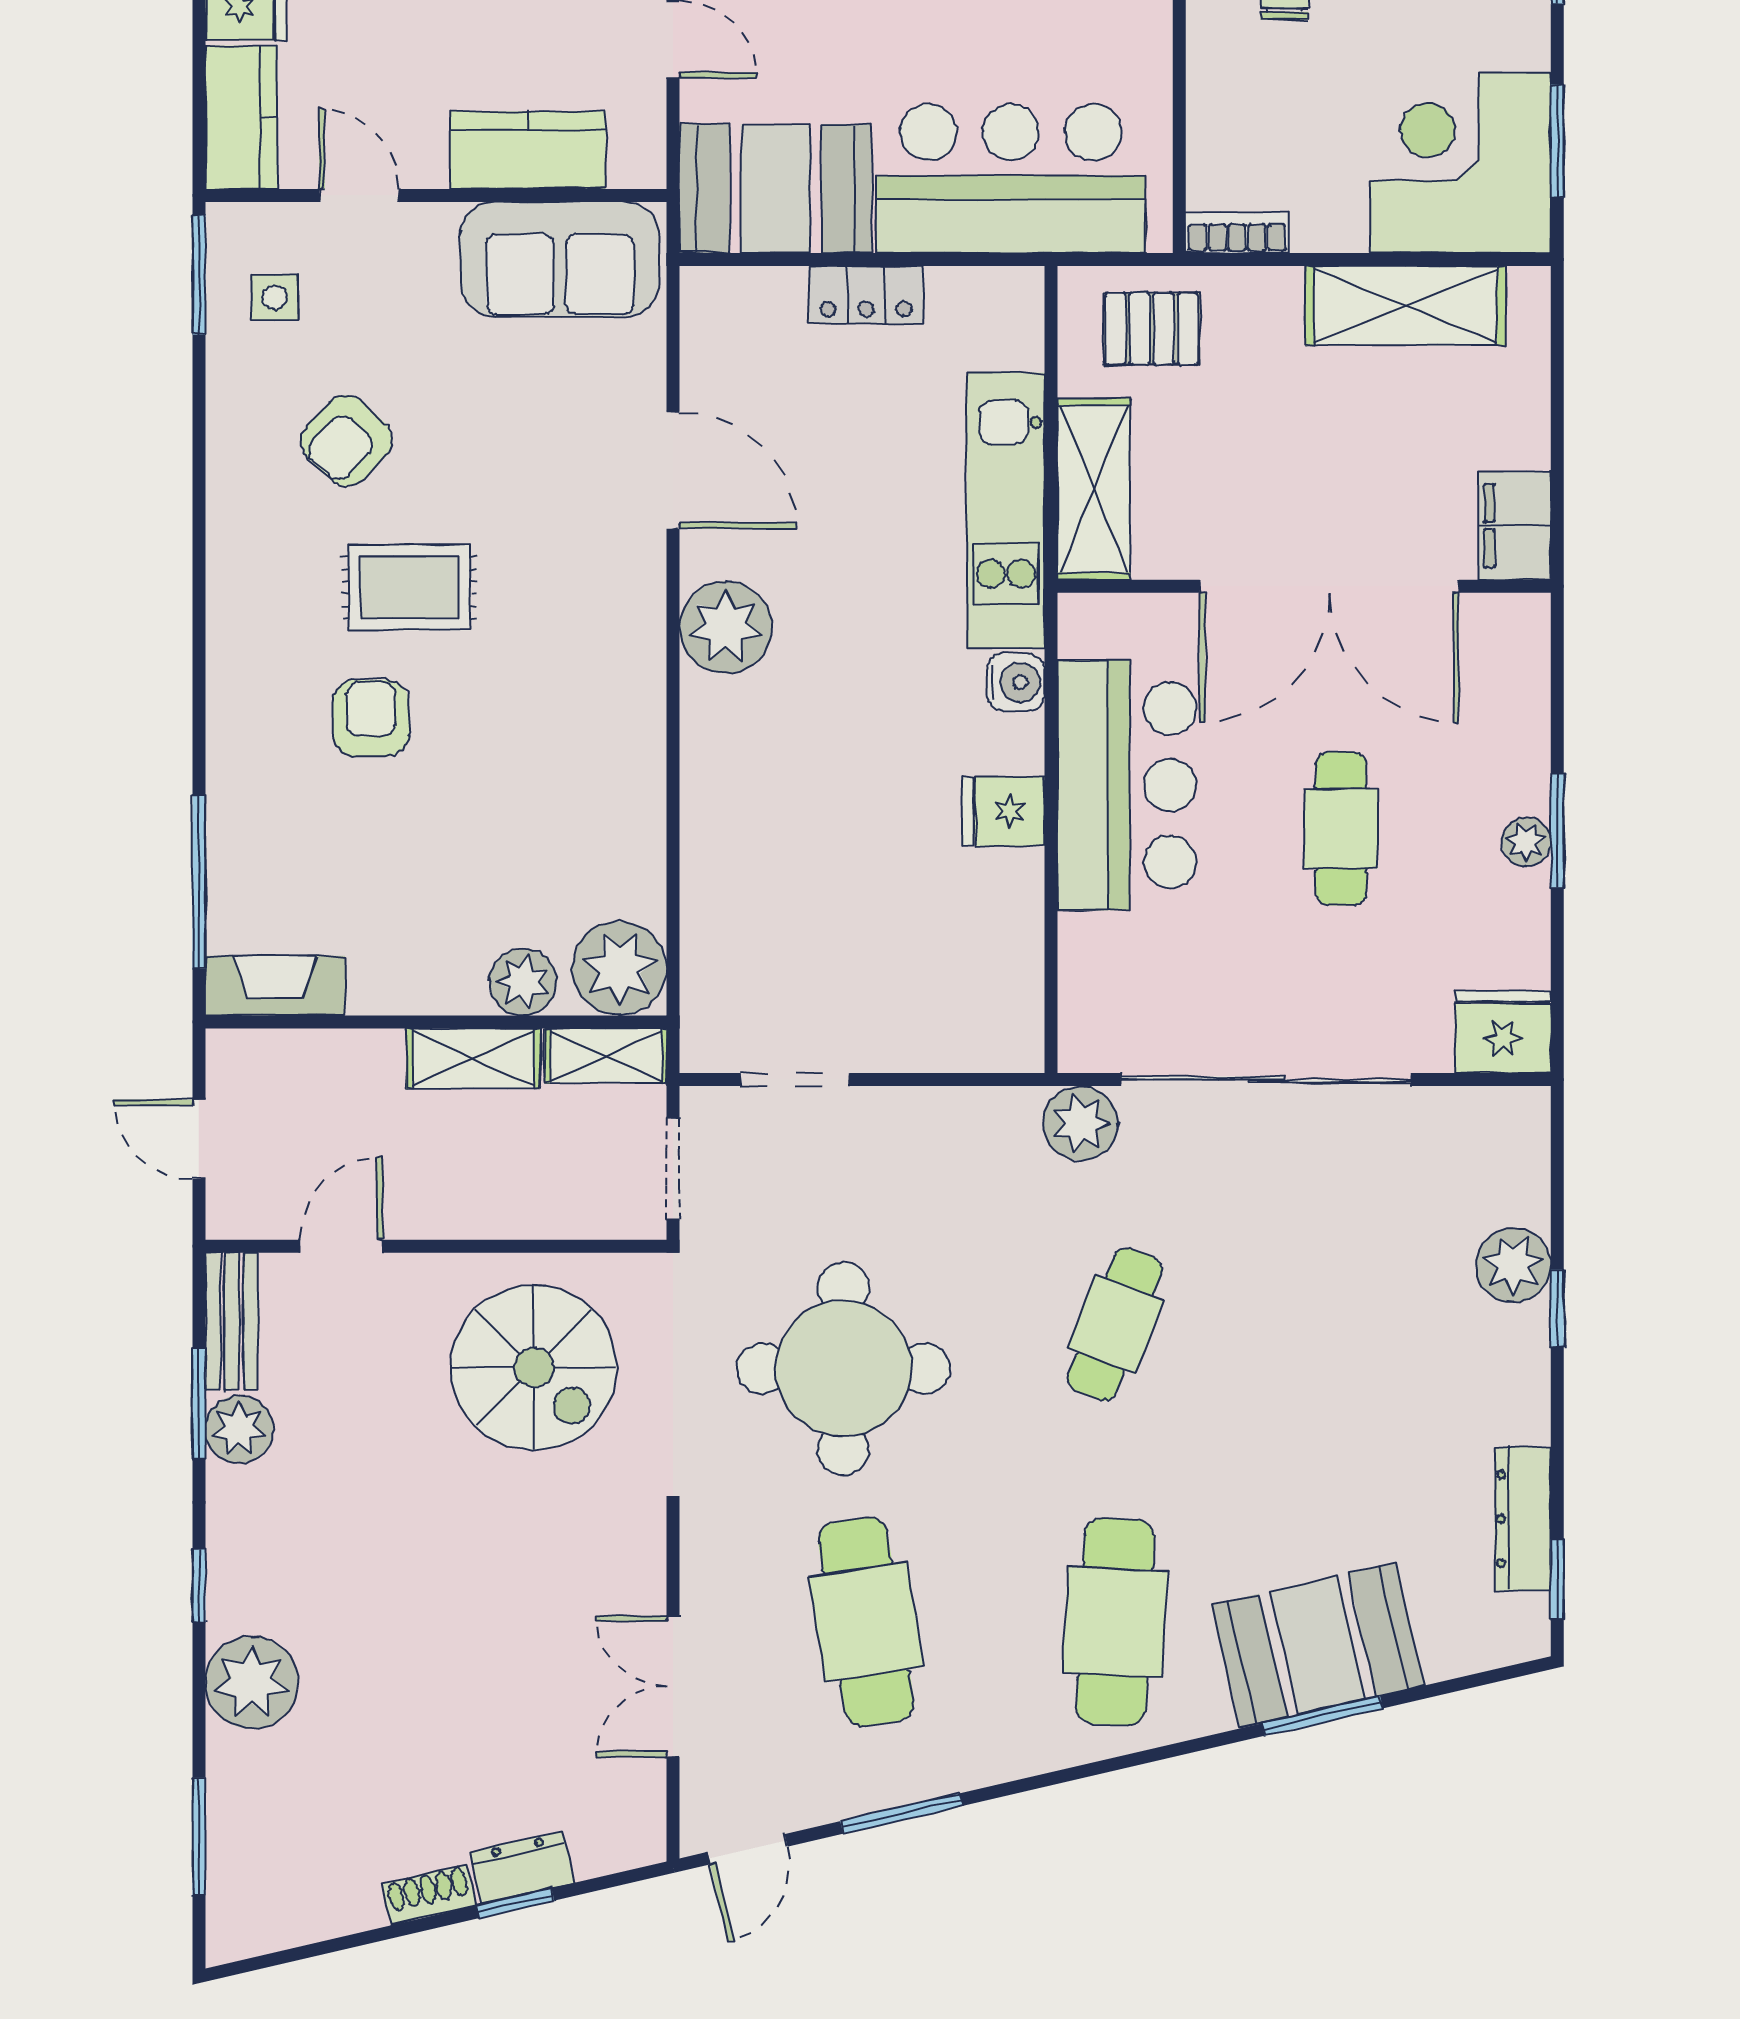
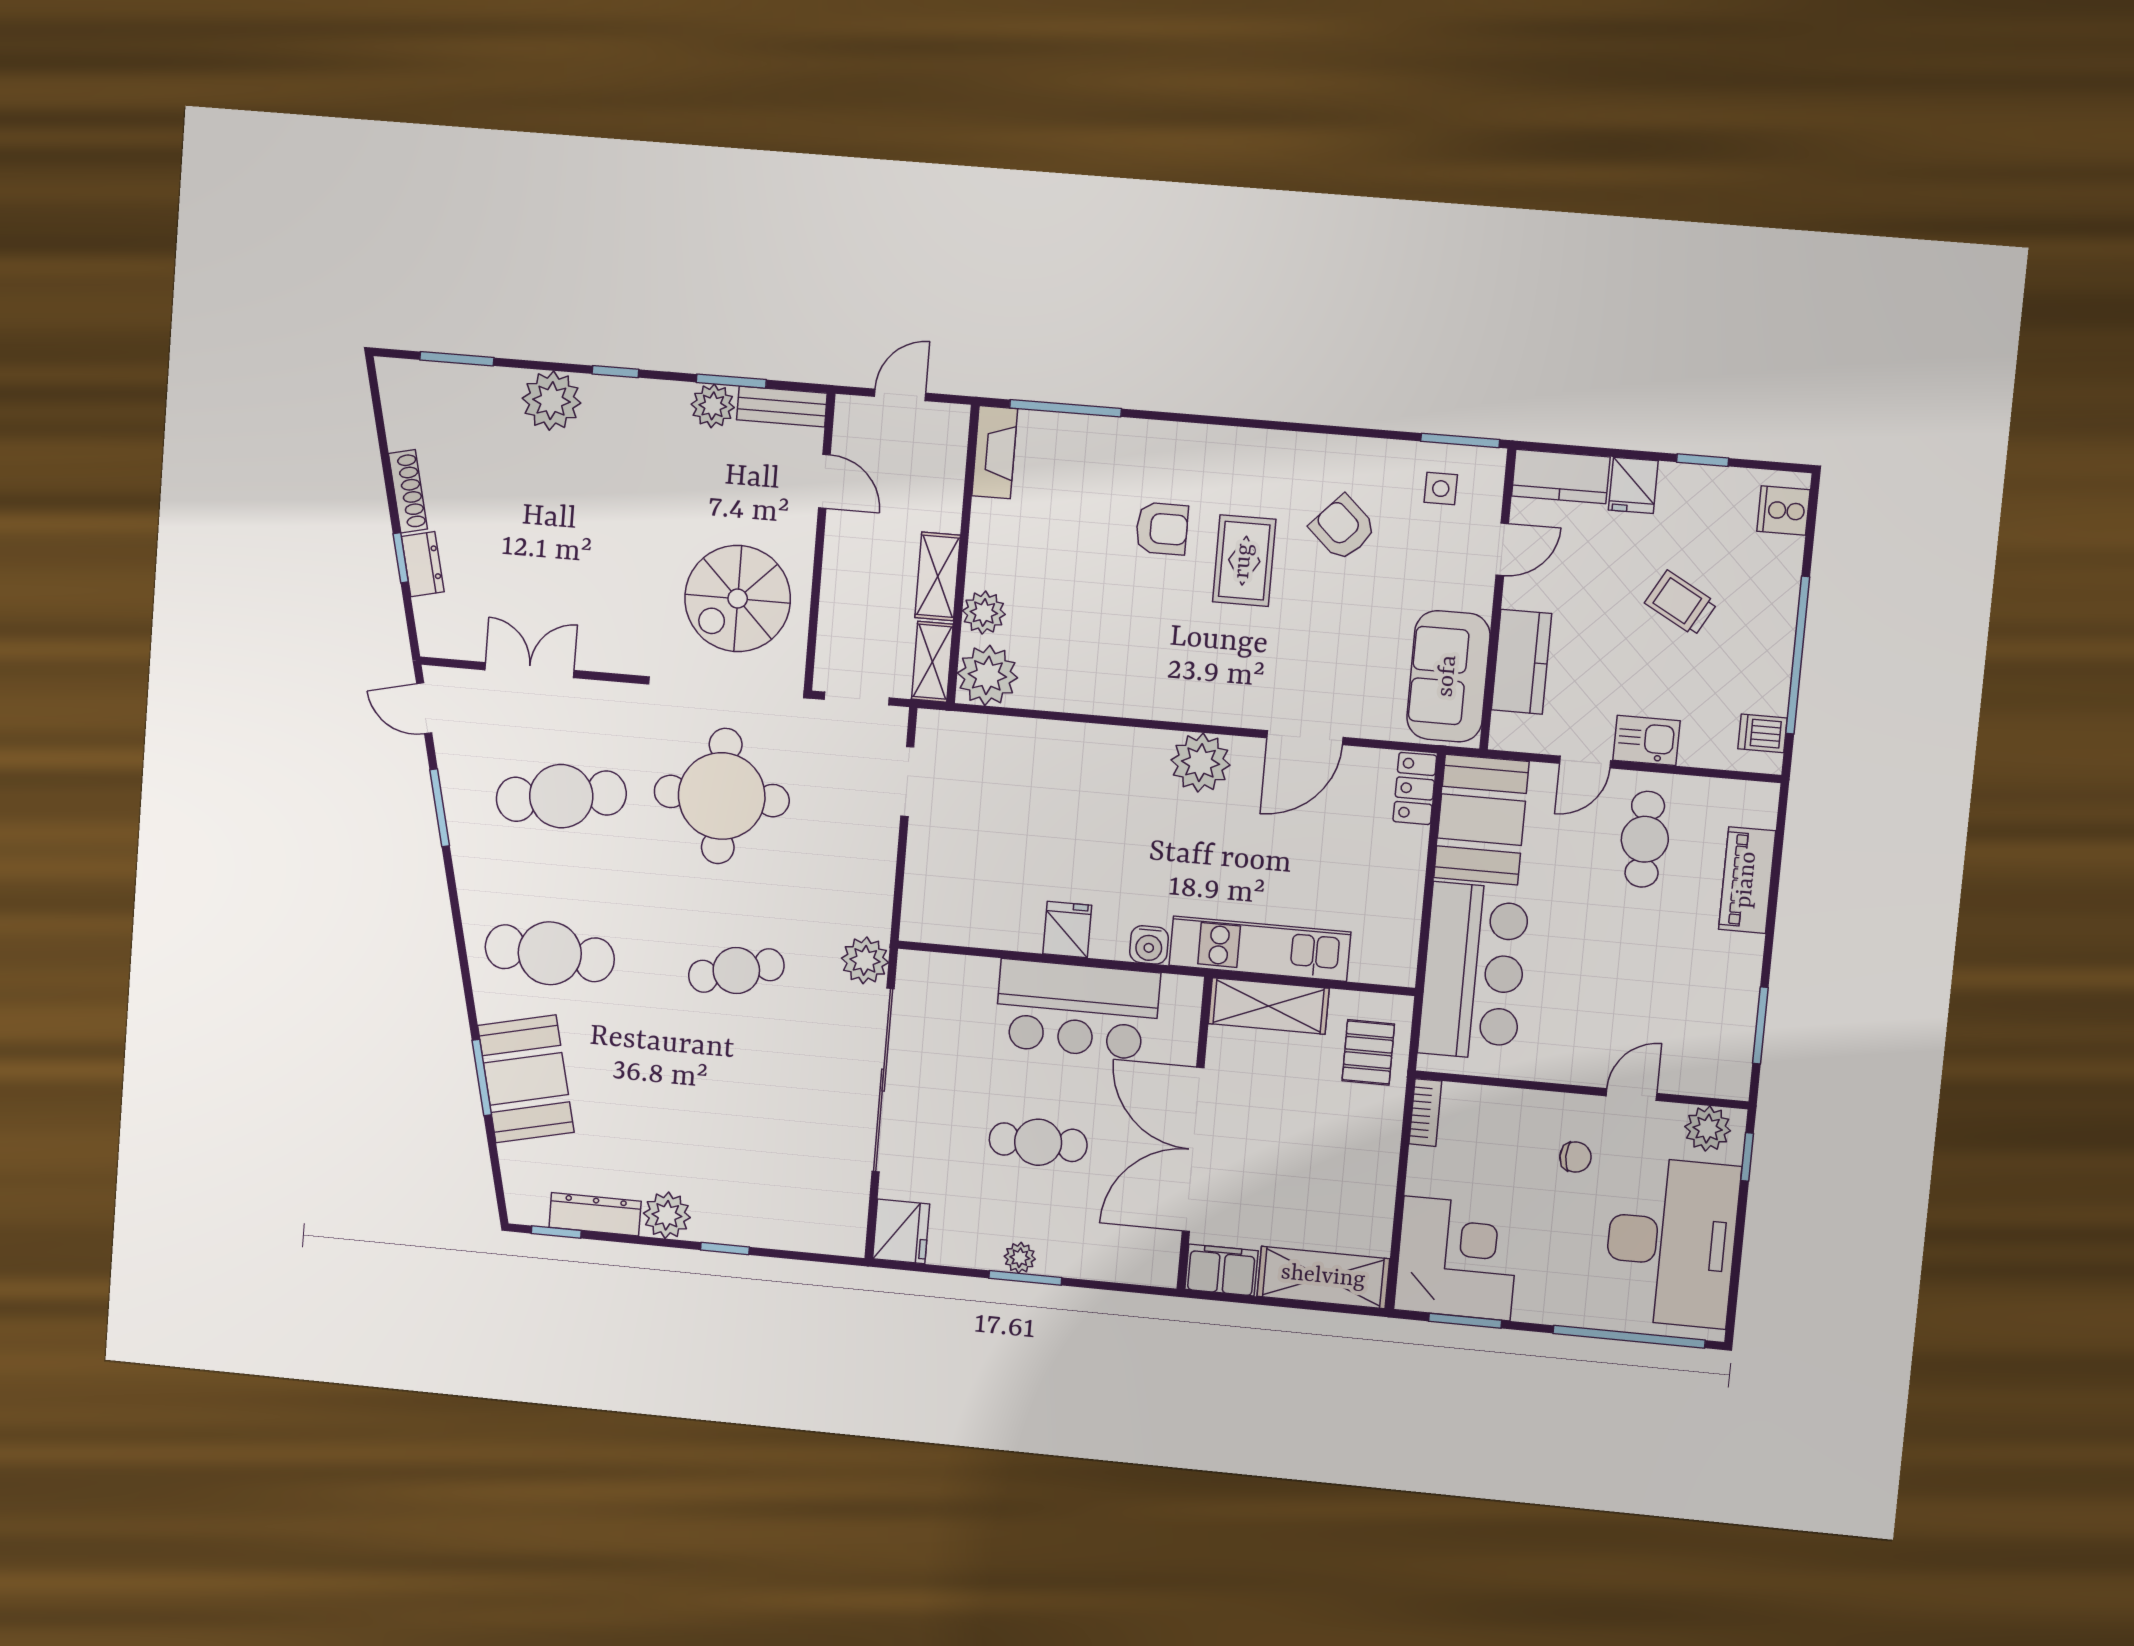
locker: (866, 295) -> (1415, 788), moved
shelving: (1405, 306) -> (1323, 1277), moved, turned 90
plant: (1513, 1265) -> (667, 1215), moved
cafe table: (1115, 1324) -> (736, 970), turned -36
shoe rack: (429, 1895) -> (408, 491), width x1.43

